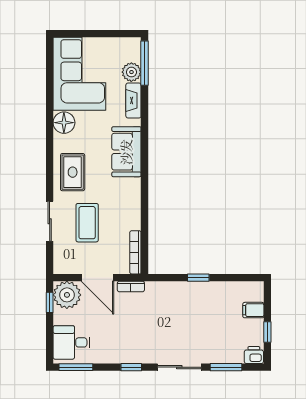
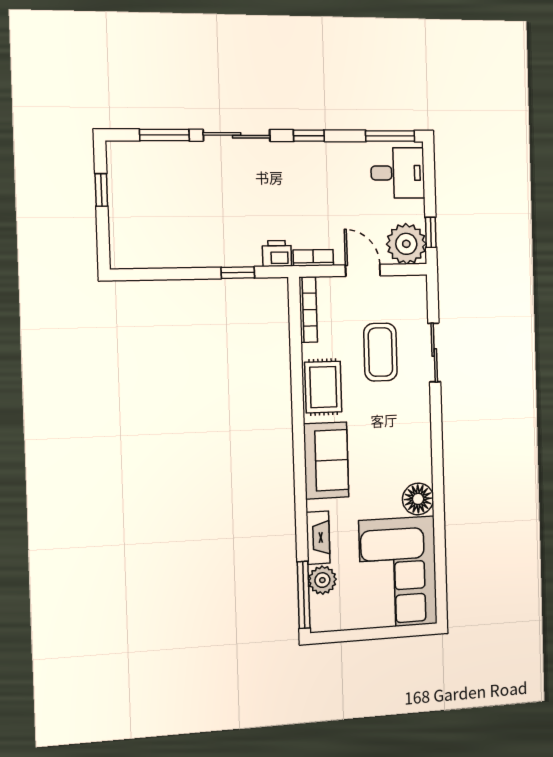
rug: (73, 172) -> (323, 387), moved
door: (97, 278) -> (363, 270), width x0.73
window: (198, 278) -> (238, 273), moved
filing cabinet: (253, 310) -> (125, 224), removed
printer: (254, 355) -> (277, 254), moved, turned 180

